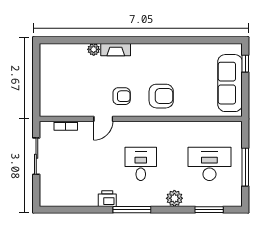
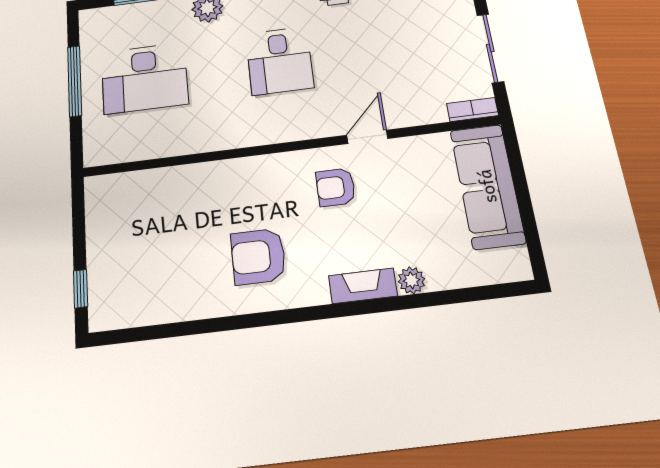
sofa: (230, 83) -> (487, 186), moved, turned 180
armchair: (161, 96) -> (258, 256), moved
bookcase: (66, 126) -> (473, 110), moved

